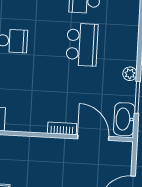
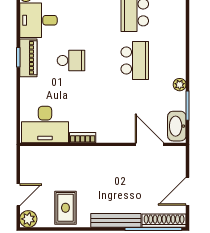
bookcase: (62, 128) -> (83, 138), moved

